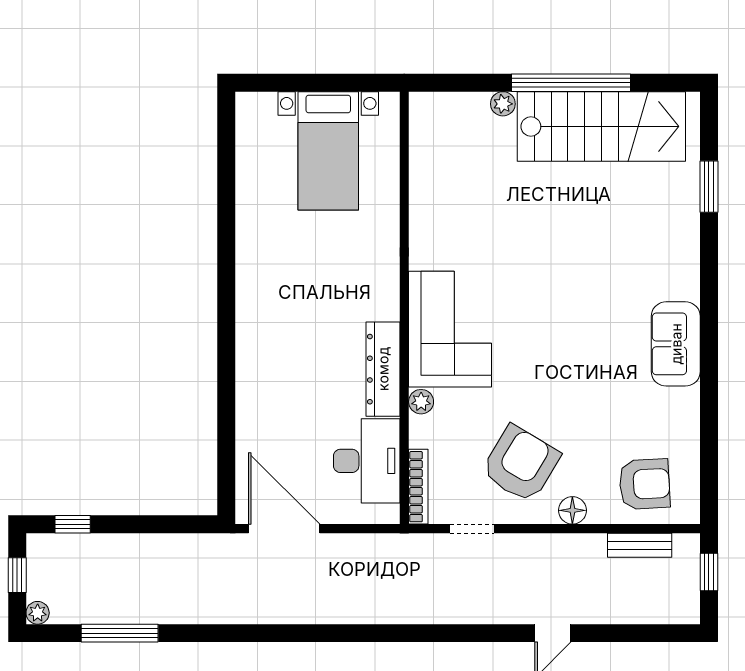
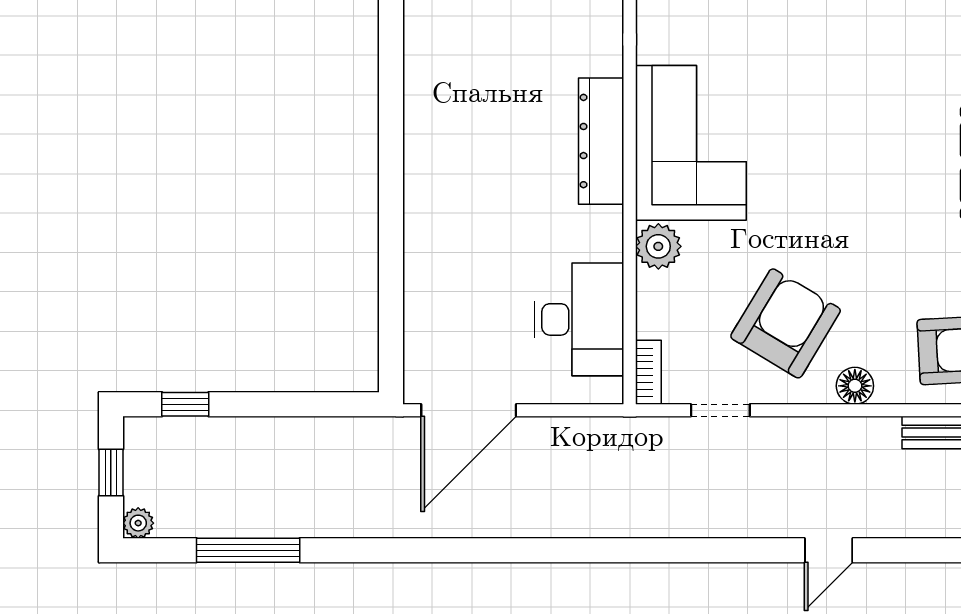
dresser: (383, 369) -> (601, 141), moved
plant: (421, 402) -> (658, 246), width x1.38, depth x1.38
bookcase: (418, 487) -> (648, 372), width x0.64
door: (284, 529) -> (469, 410), swing flipped

